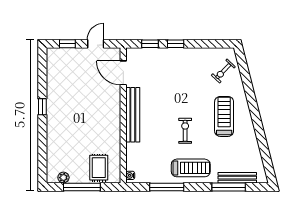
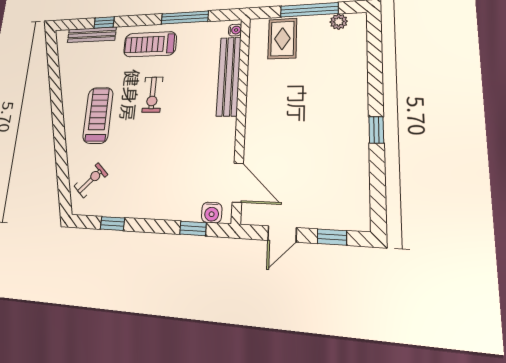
window: (176, 44) -> (112, 223), moved
water cooler: (139, 54) -> (212, 213), added
bench: (133, 115) -> (229, 76), moved
treadmill: (224, 116) -> (98, 115), turned 180
window: (229, 187) -> (104, 22), width x0.46

